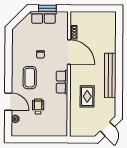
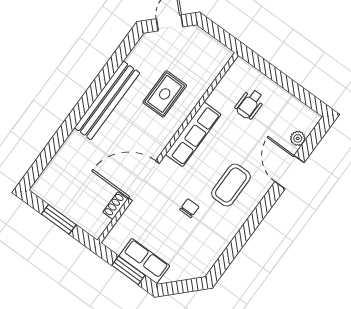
window: (94, 8) -> (59, 219), added
door: (69, 52) -> (144, 181), hinge flipped
row of seats: (62, 82) -> (193, 134), width x1.48
wheelchair: (38, 106) -> (250, 104), moved

